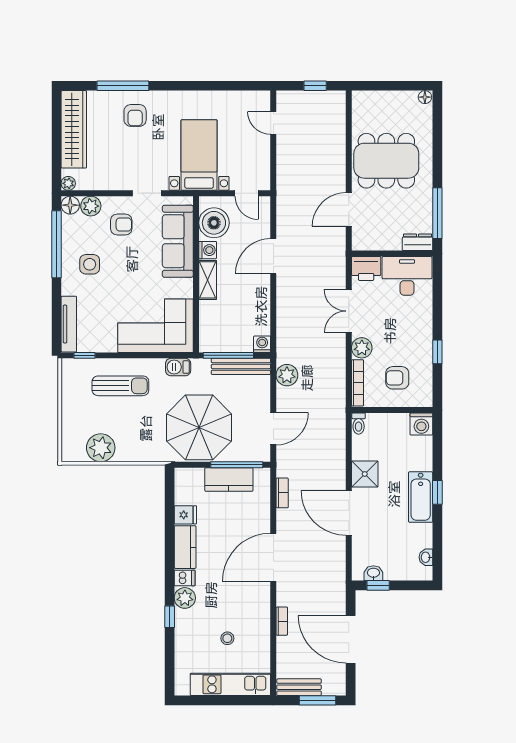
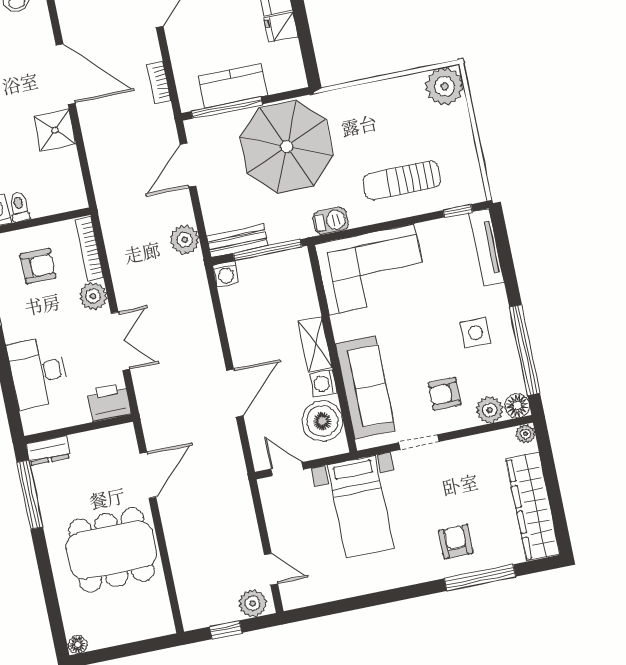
plant: (292, 101) -> (253, 603), added
desk: (407, 276) -> (38, 373), moved, turned 90
bench: (241, 366) -> (237, 241), width x0.73
toilet: (359, 424) -> (19, 207), moved
plant: (101, 448) -> (445, 86), moved

